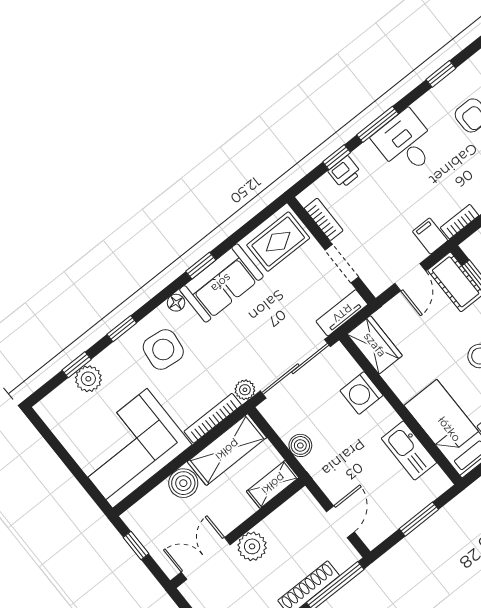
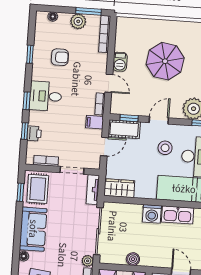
window: (378, 124) -> (27, 101), width x0.67
window: (201, 266) -> (20, 192), moved
door: (410, 277) -> (104, 147), hinge flipped
washing machine: (361, 393) -> (152, 214), moved

